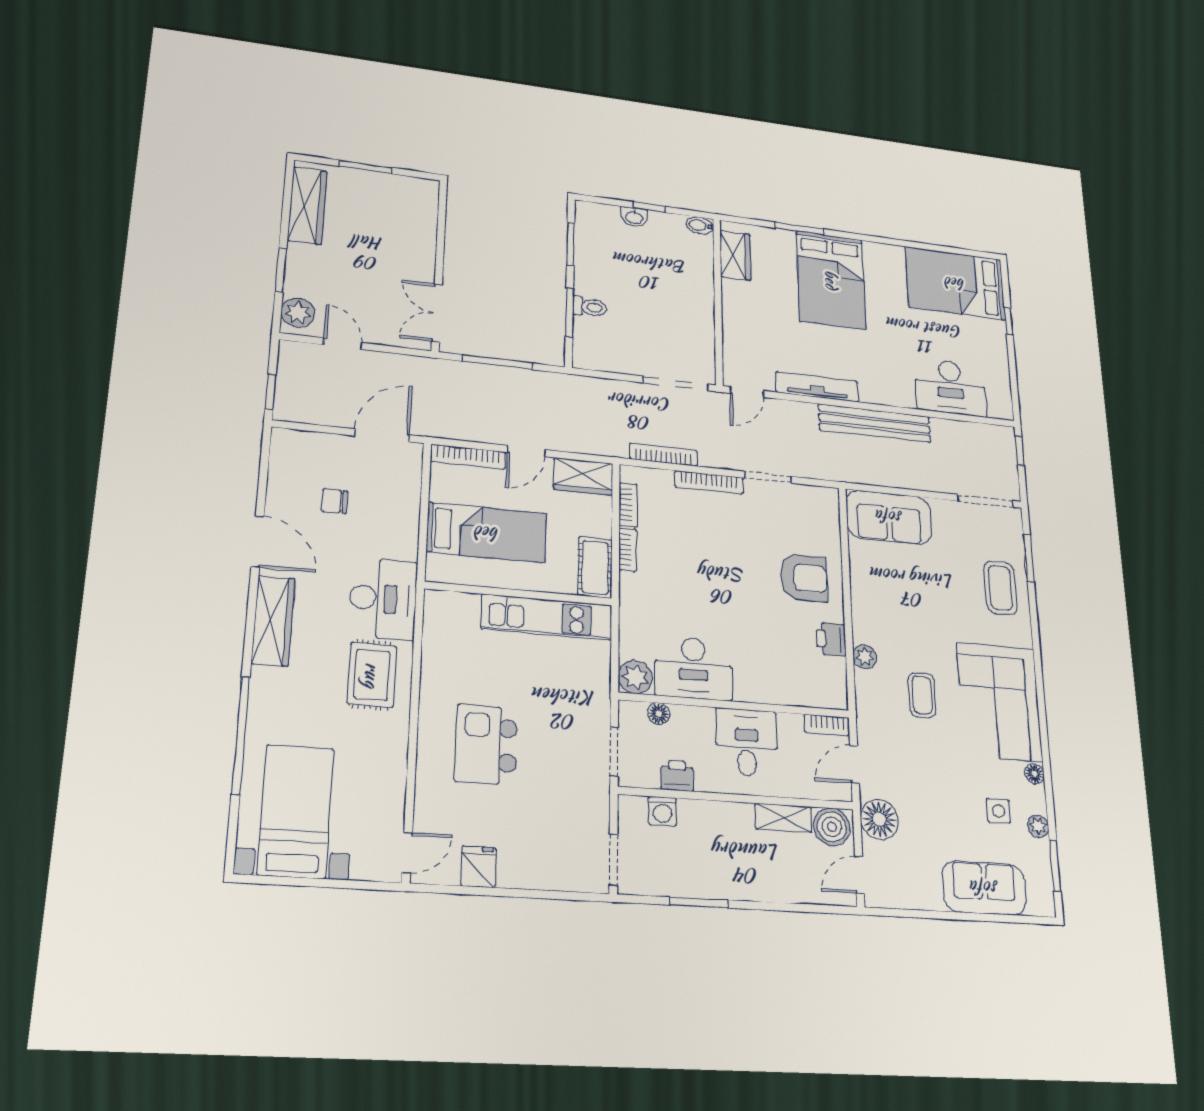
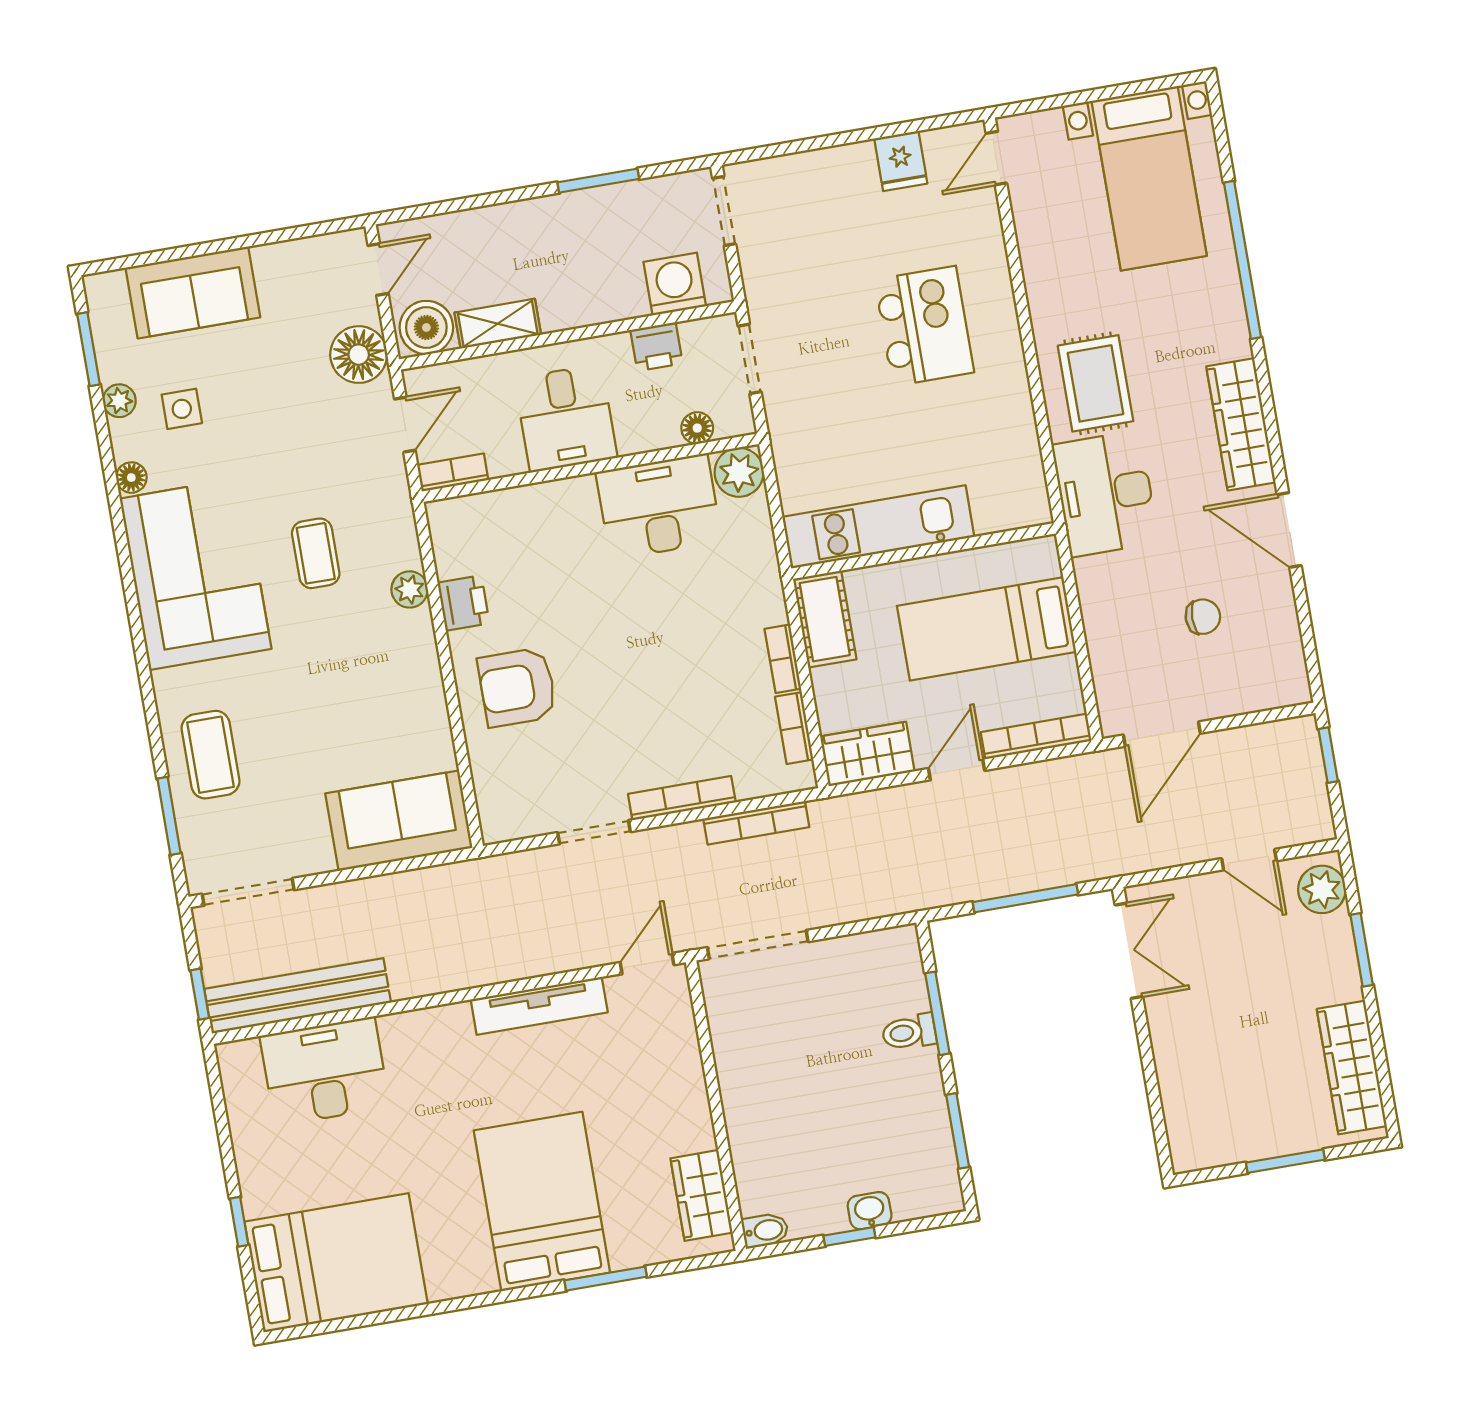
bench: (875, 423) -> (298, 996), moved
washing machine: (662, 811) -> (675, 284), width x1.38, depth x1.38

